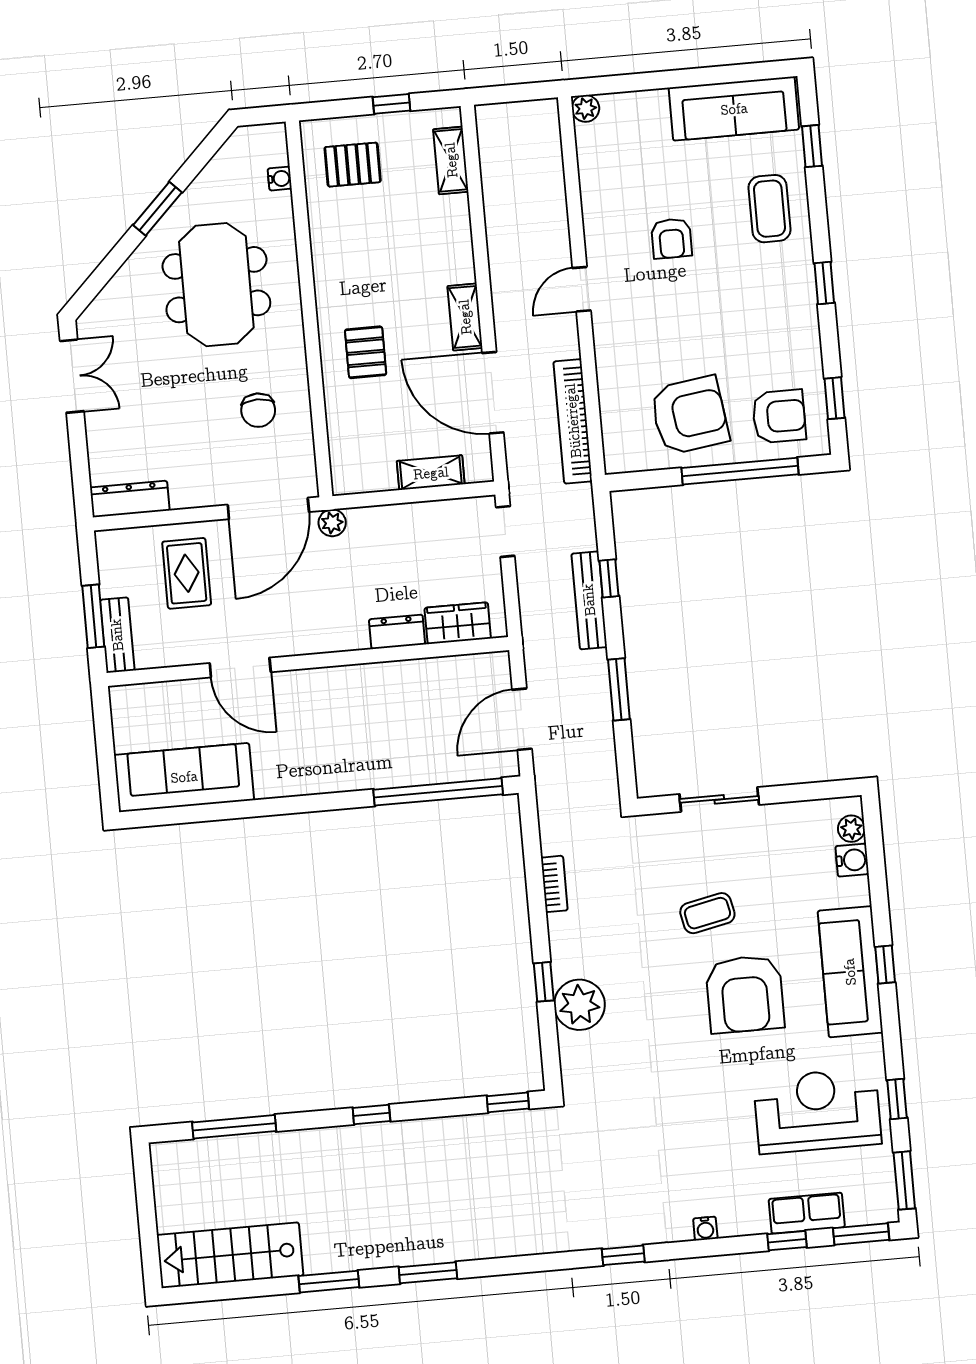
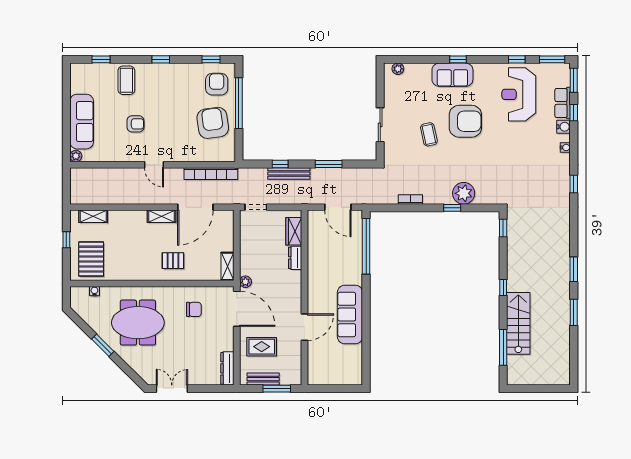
sofa: (734, 109) -> (82, 122), moved
pallet: (353, 165) -> (91, 259), width x1.50, depth x1.42
coffee table: (769, 209) -> (126, 80), turned 90
shelving: (431, 473) -> (228, 266), moved
bench: (117, 635) -> (263, 379), moved
sofa: (184, 777) -> (350, 314), moved
water cooler: (852, 860) -> (564, 127), moved, turned 90
sofa: (850, 972) -> (452, 75), width x0.73
stairs: (230, 1255) -> (518, 323), moved, turned 180

